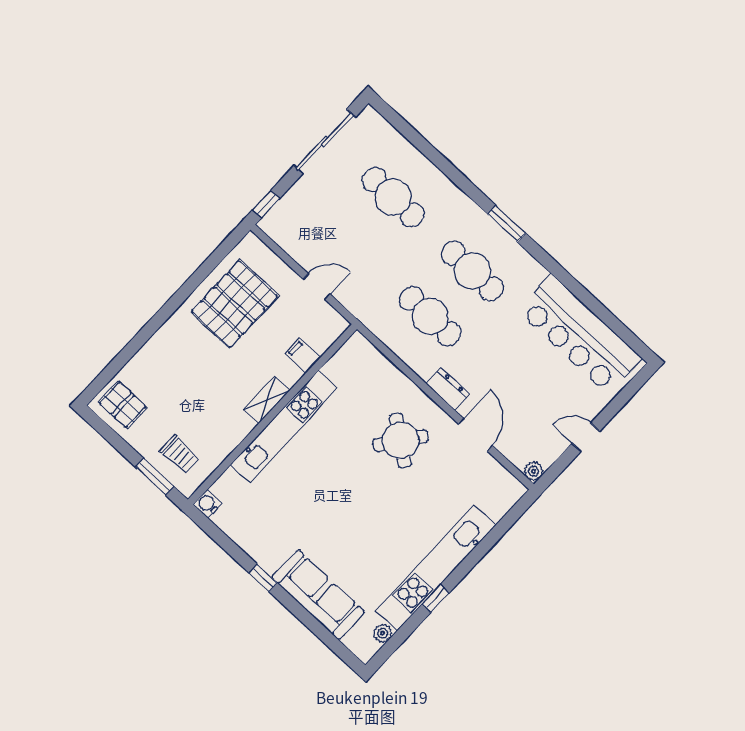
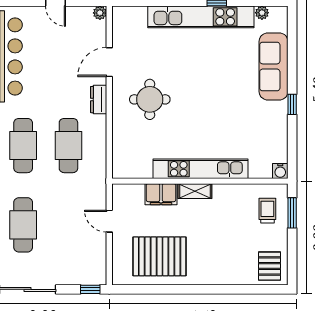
filing cabinet: (303, 355) -> (161, 194), width x2.00
round table: (401, 440) -> (150, 99), turned -36

